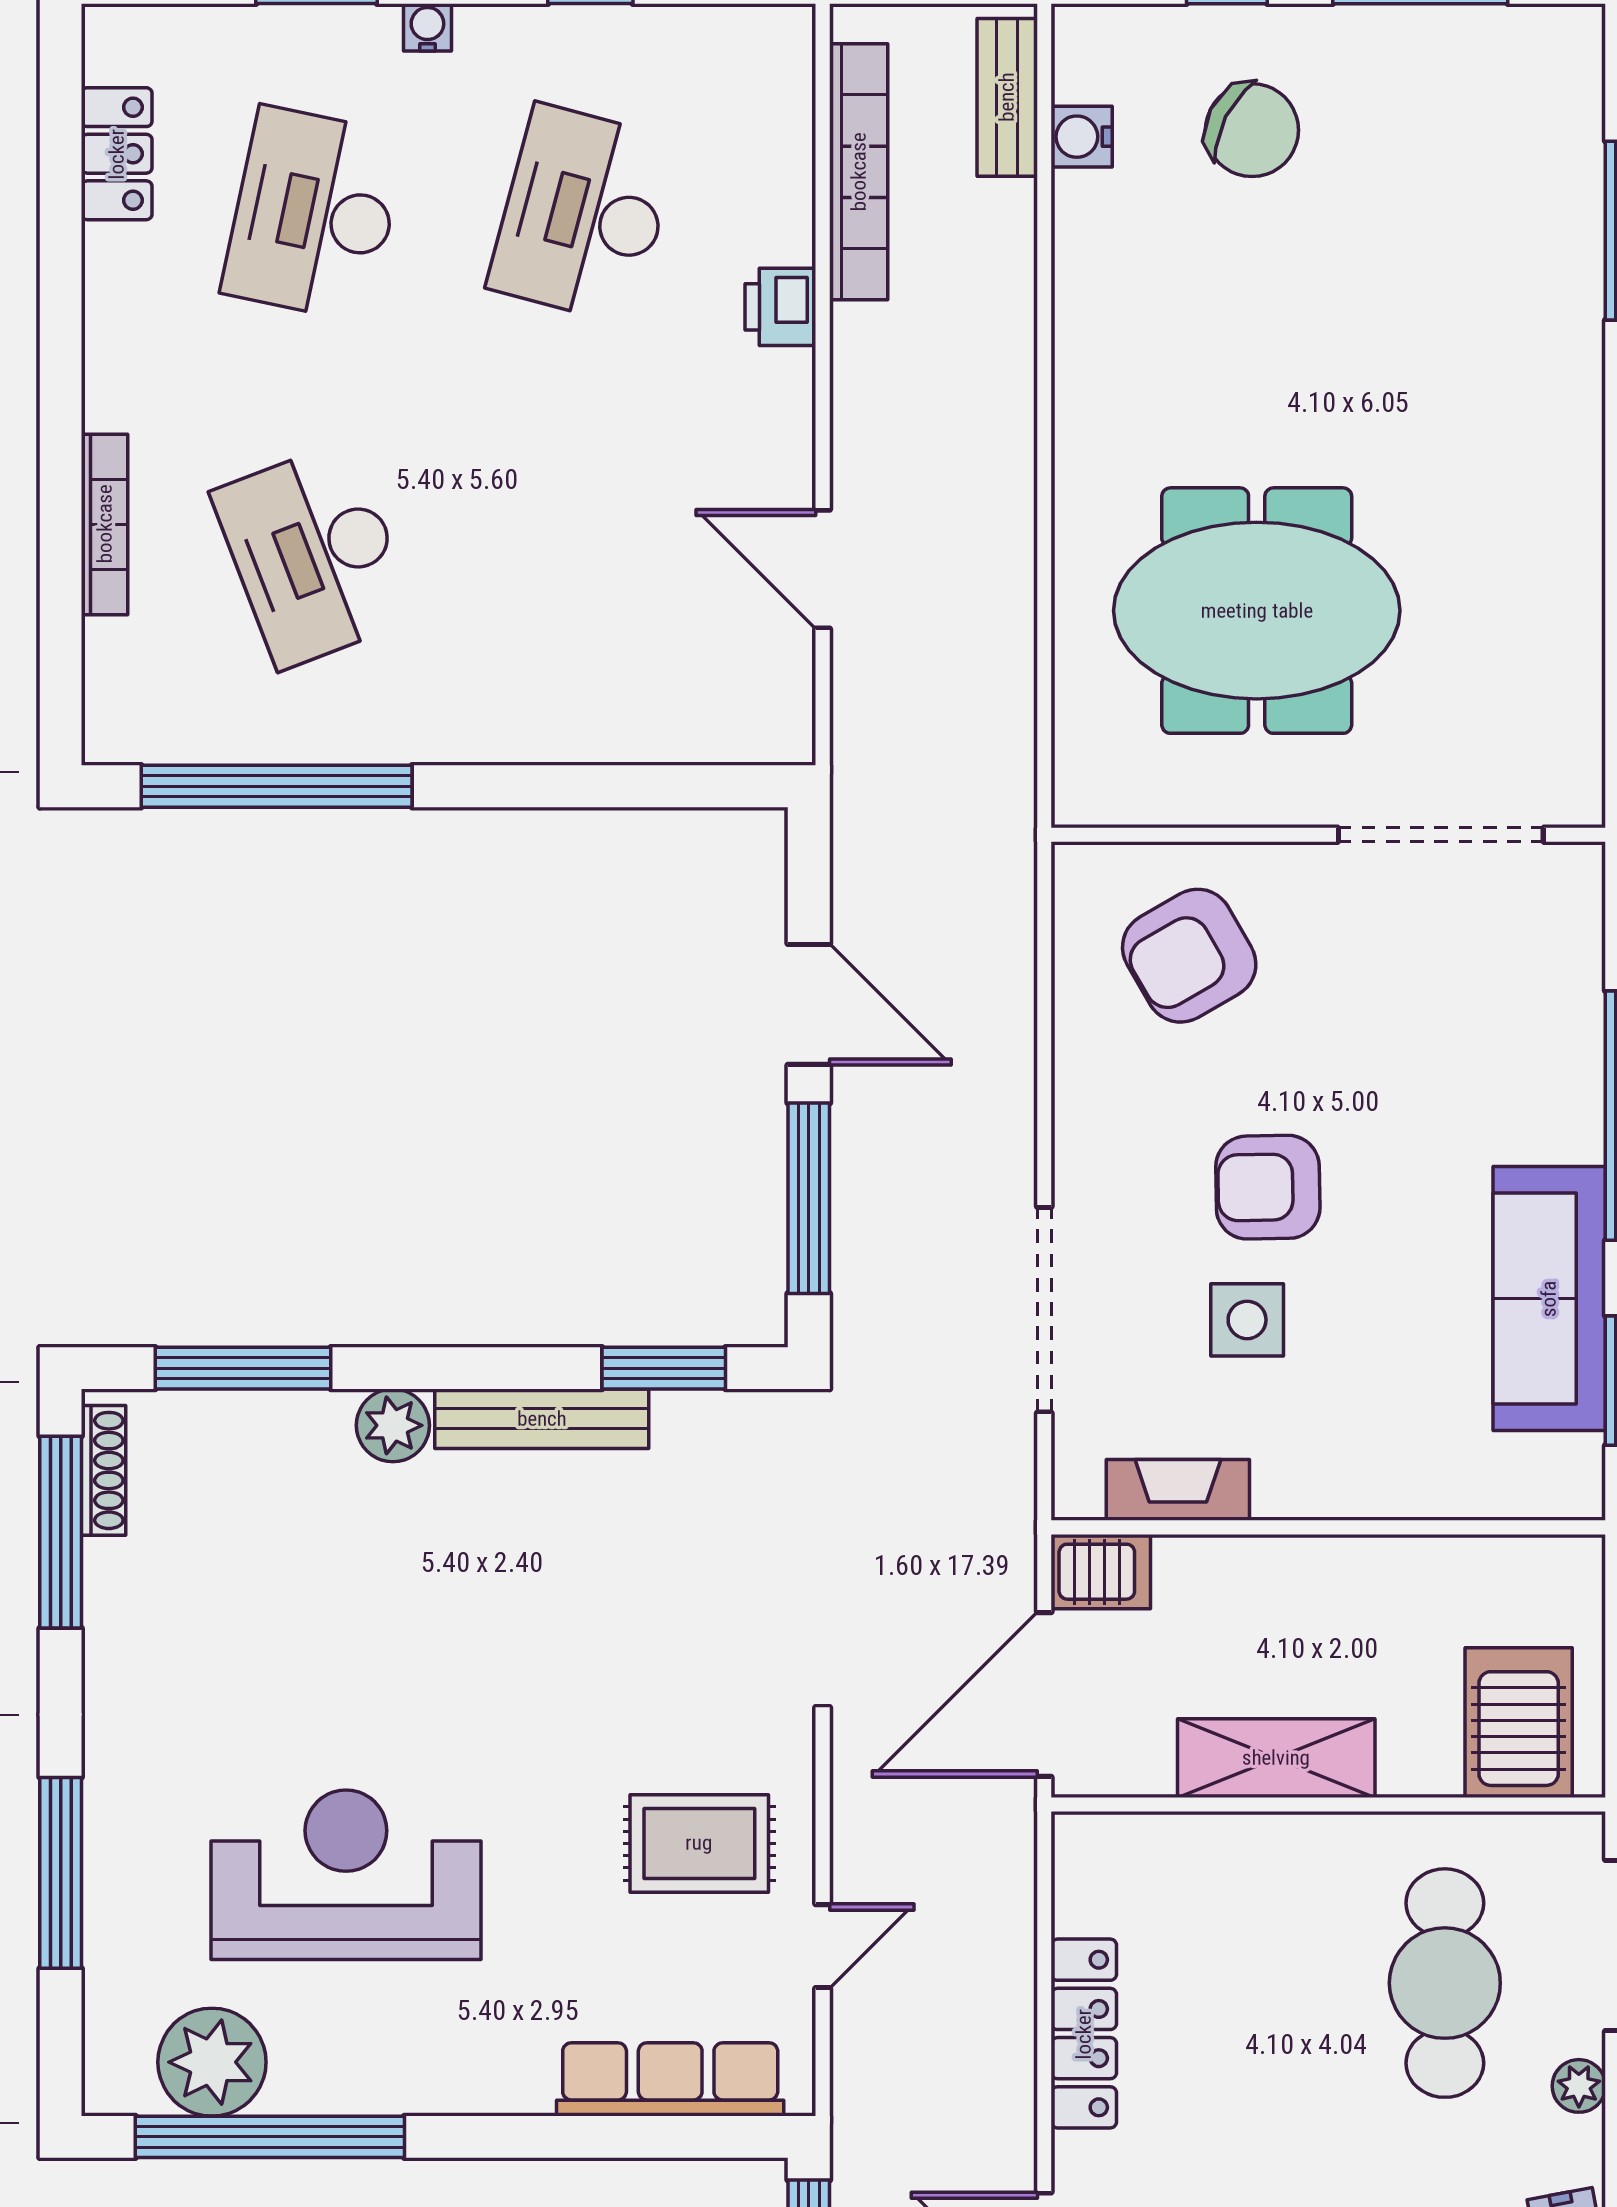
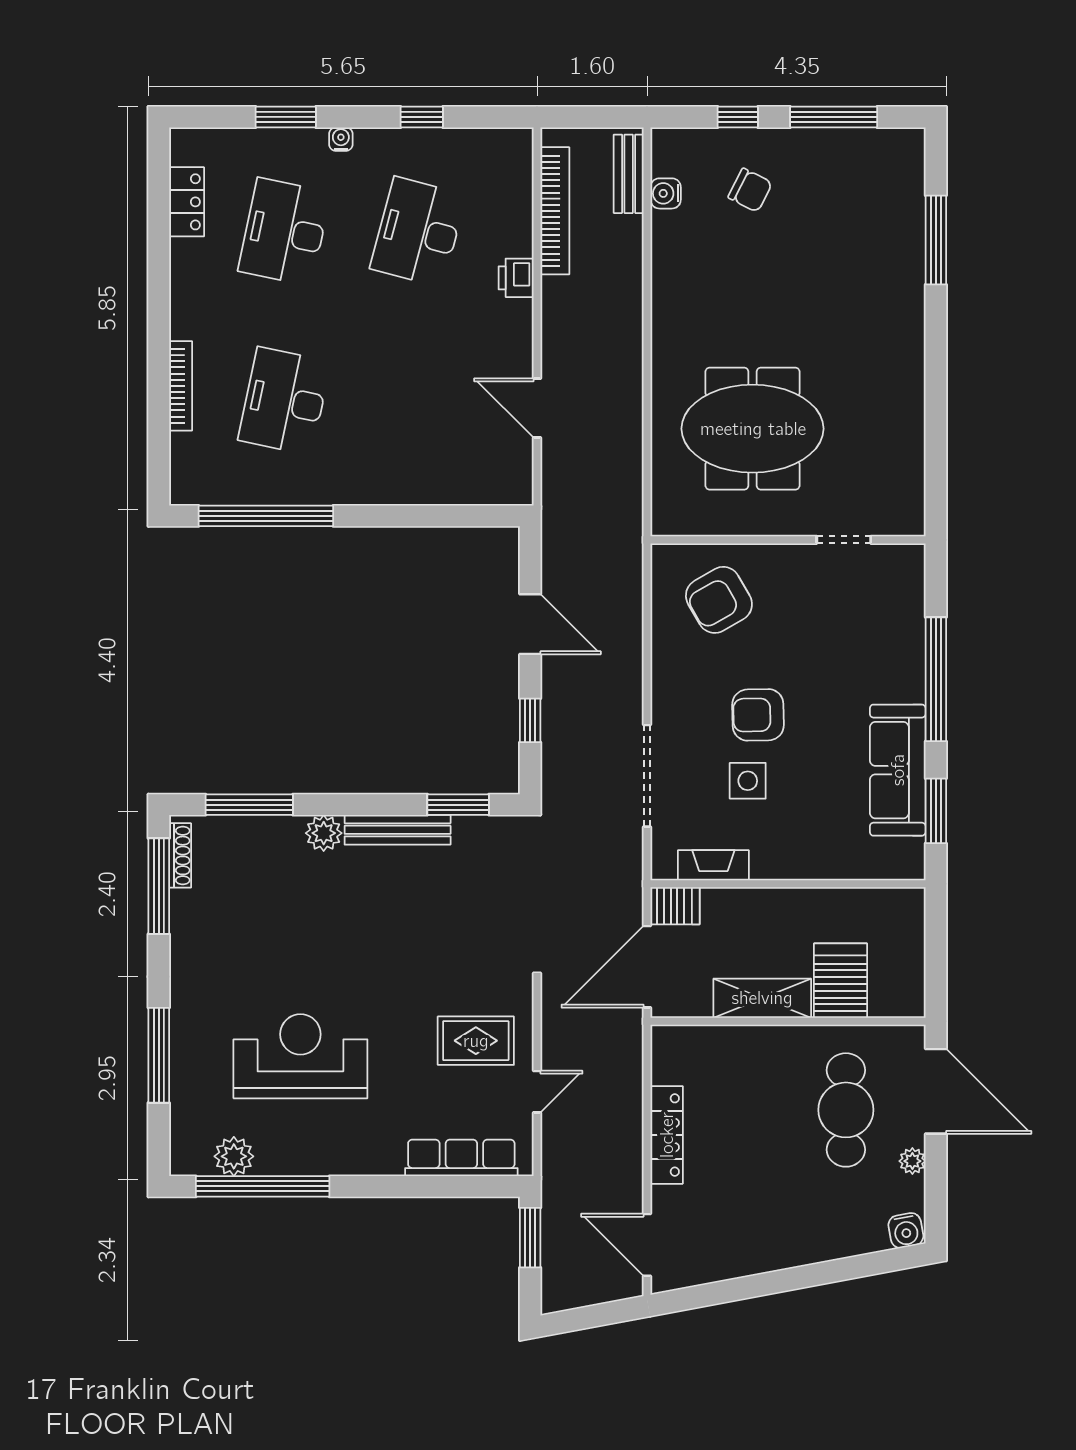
chair: (1252, 130) -> (750, 190), width x0.73, depth x0.73
desk: (314, 555) -> (284, 401), turned 33
doorway: (1441, 835) -> (844, 540), width x0.53
window: (809, 1198) -> (530, 720), width x0.46
server rack: (1519, 1723) -> (840, 981), moved
plant: (212, 2062) -> (234, 1156), width x0.73, depth x0.73

